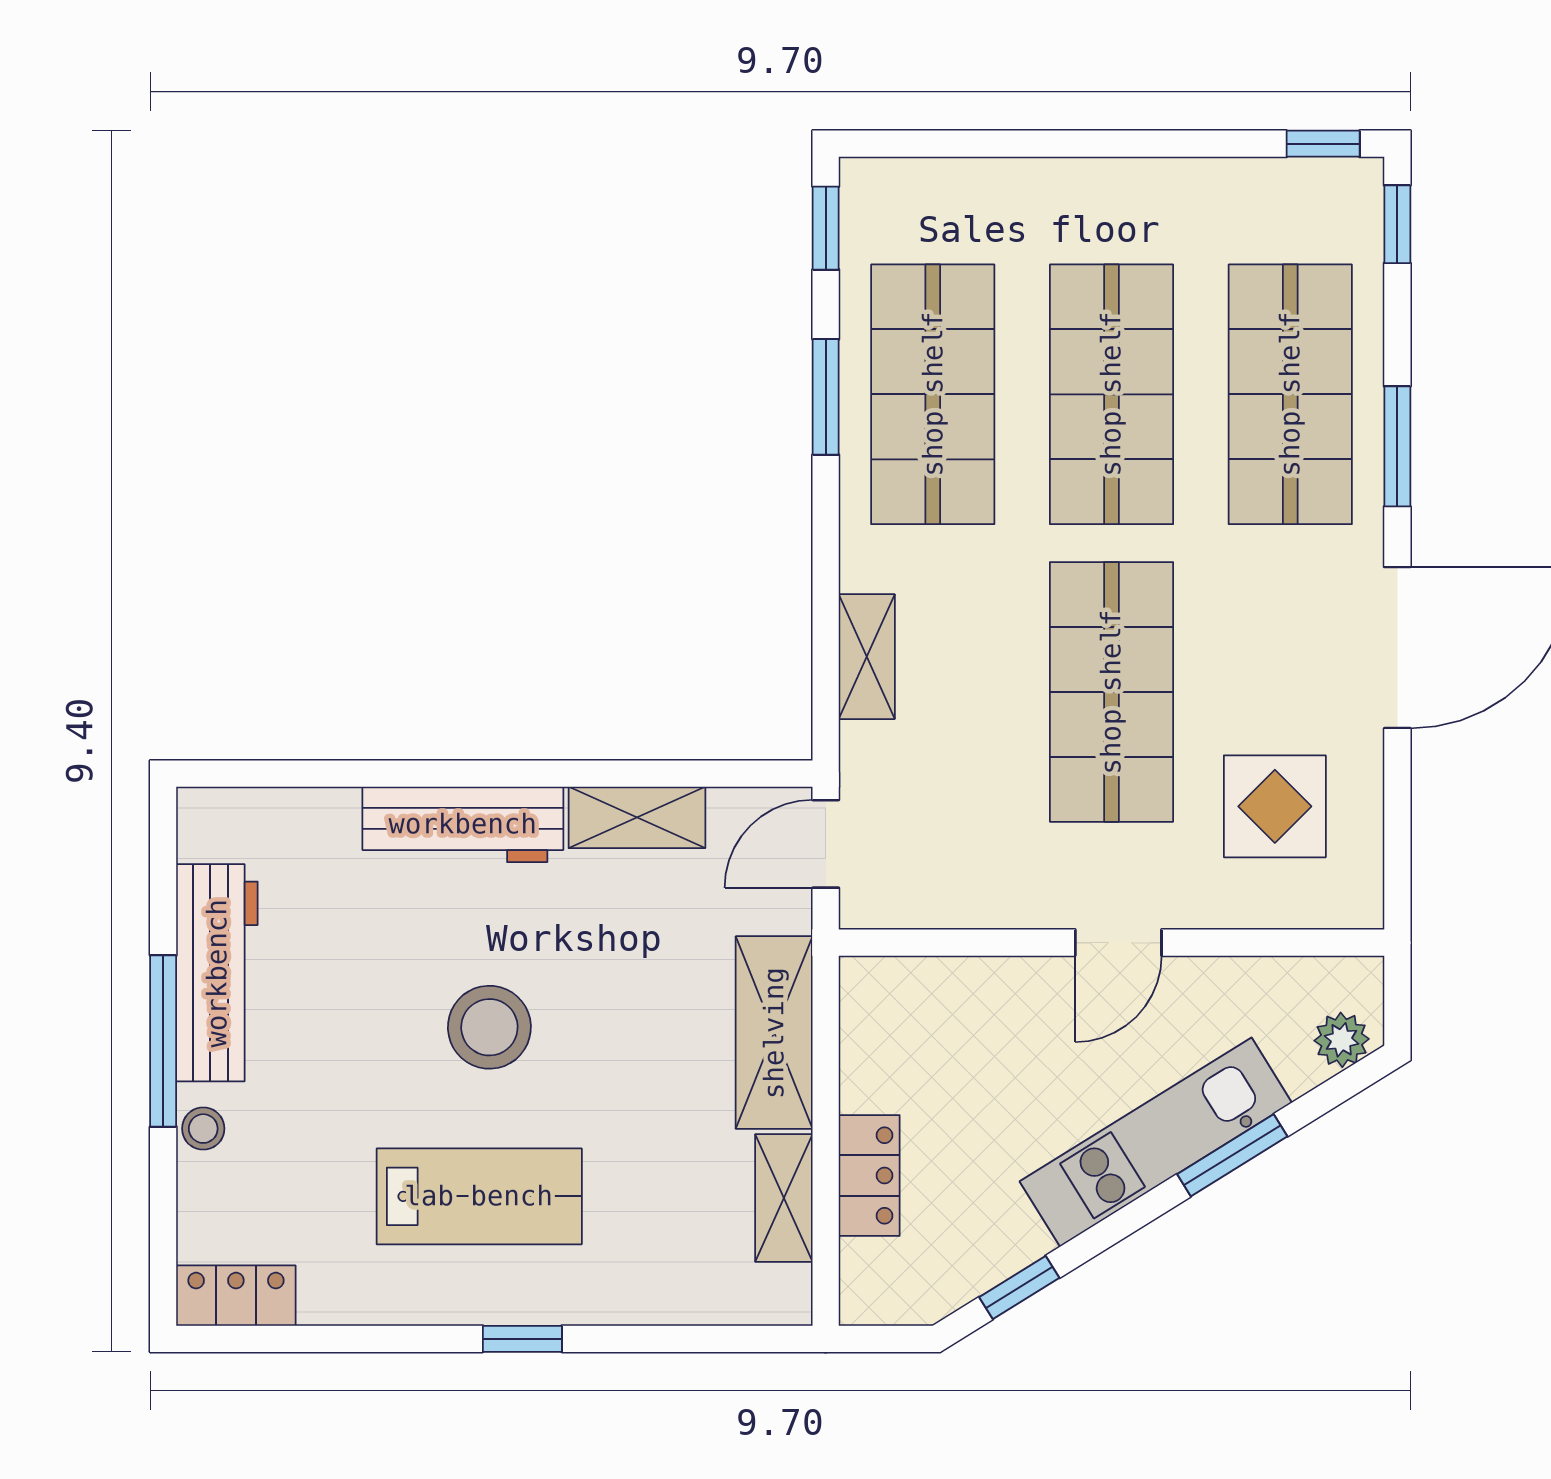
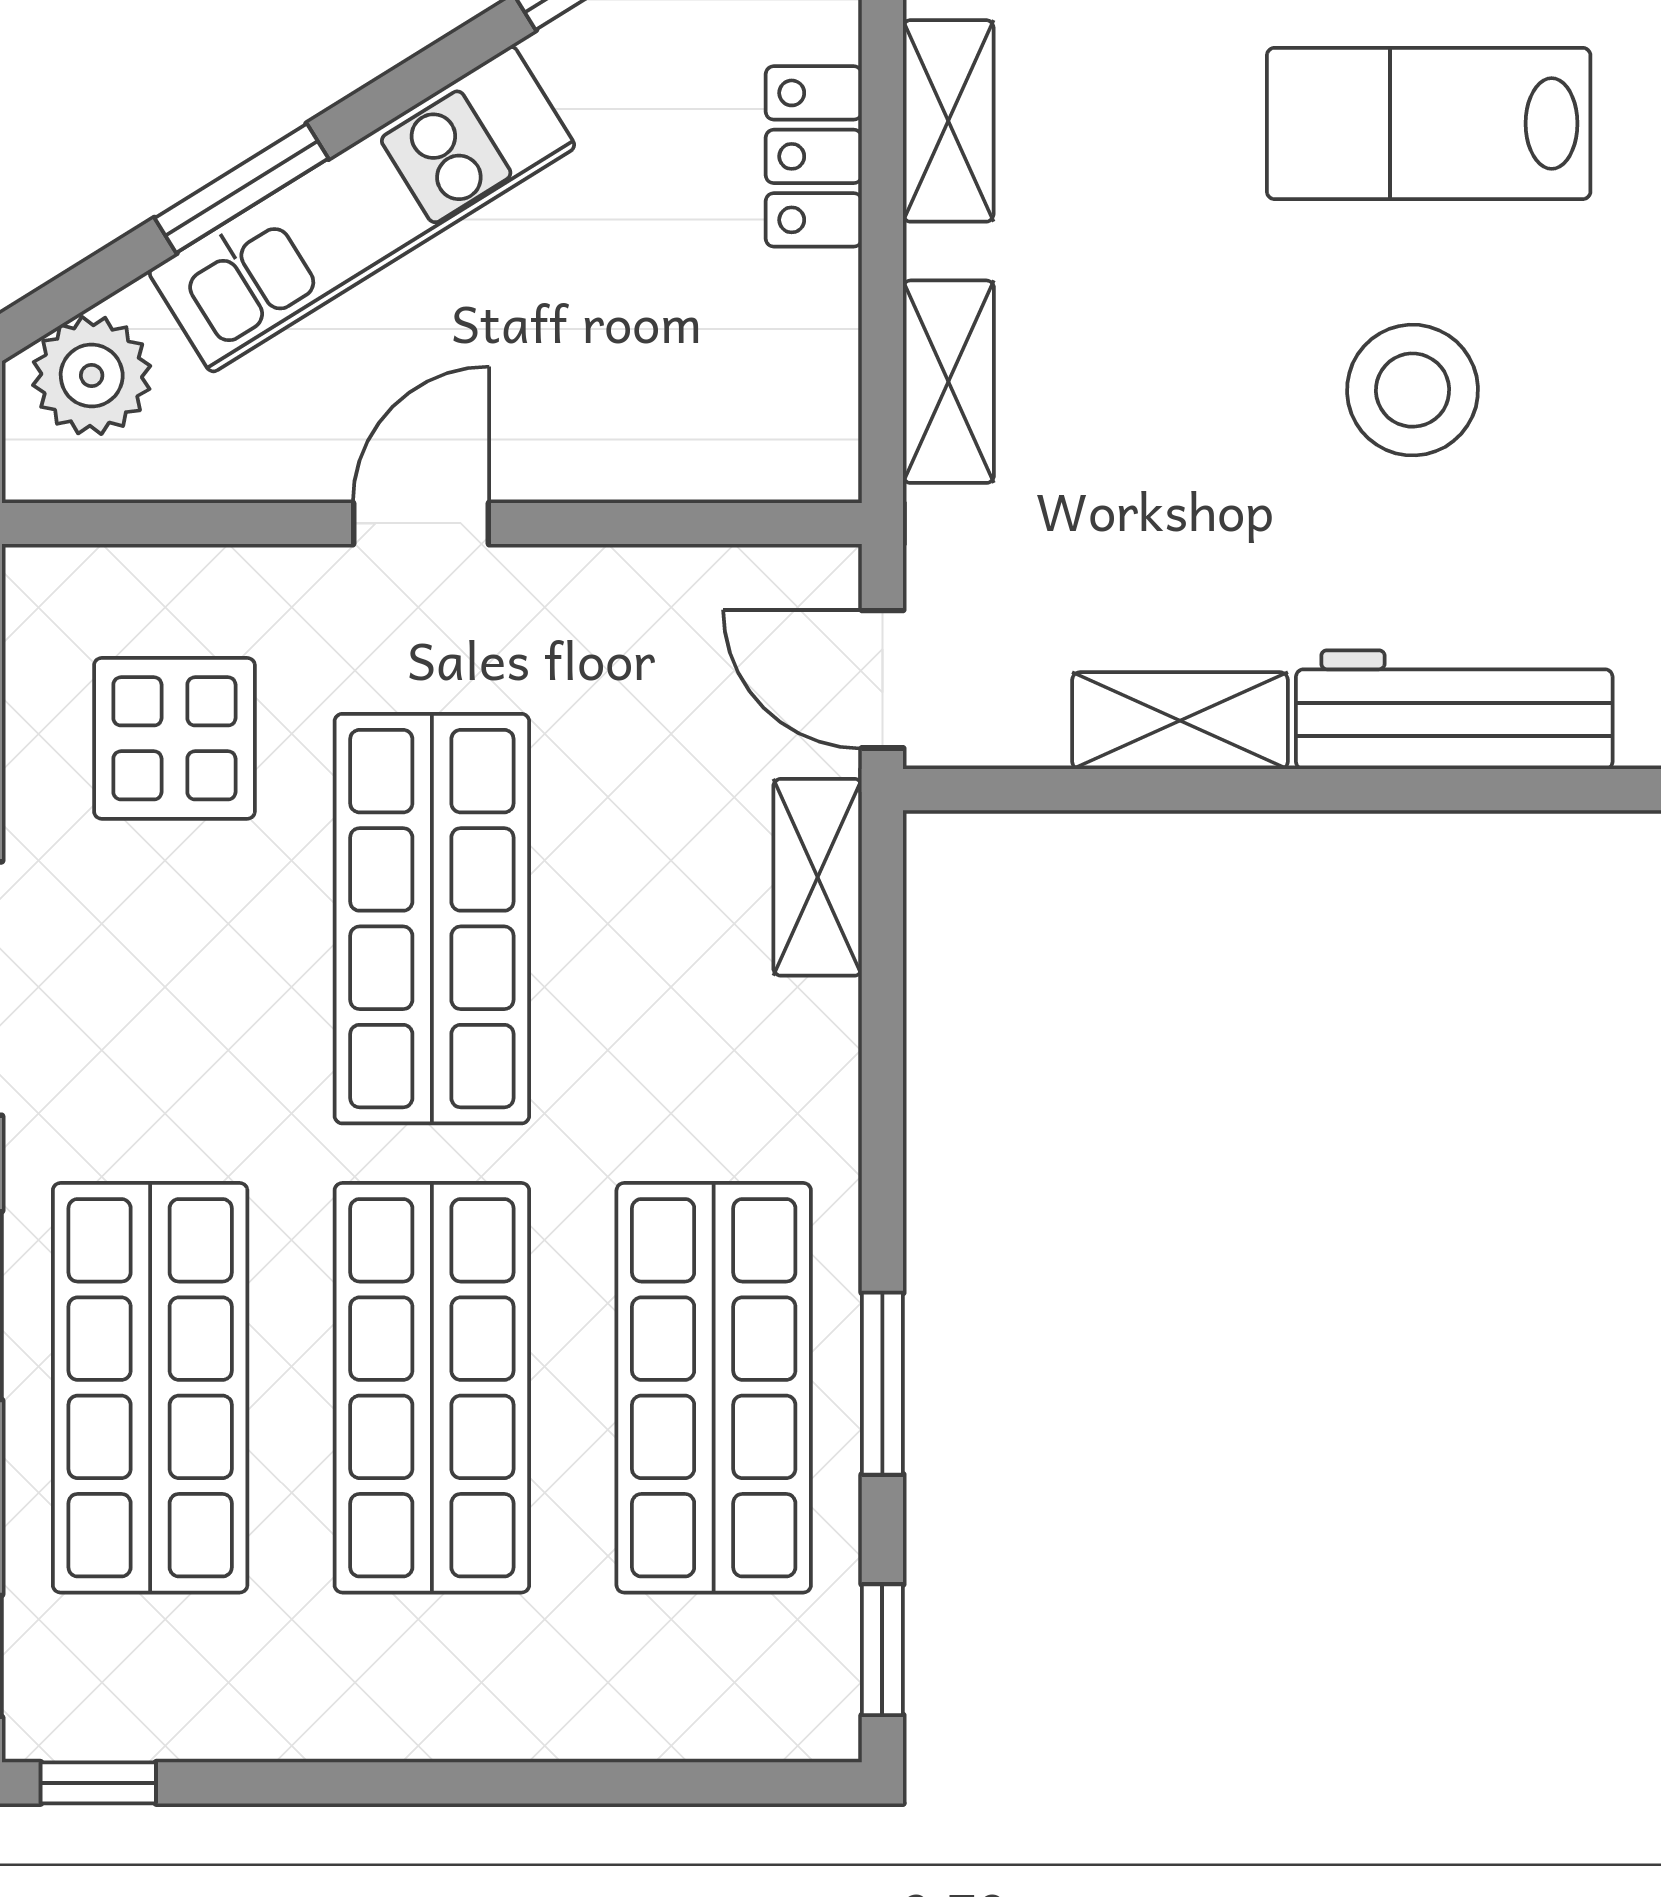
shelving: (867, 657) -> (818, 877), moved
door: (826, 844) -> (882, 679), swing flipped
shelving: (774, 1033) -> (948, 382), width x0.67, depth x0.75
plant: (1342, 1040) -> (92, 376), width x1.38, depth x1.38

